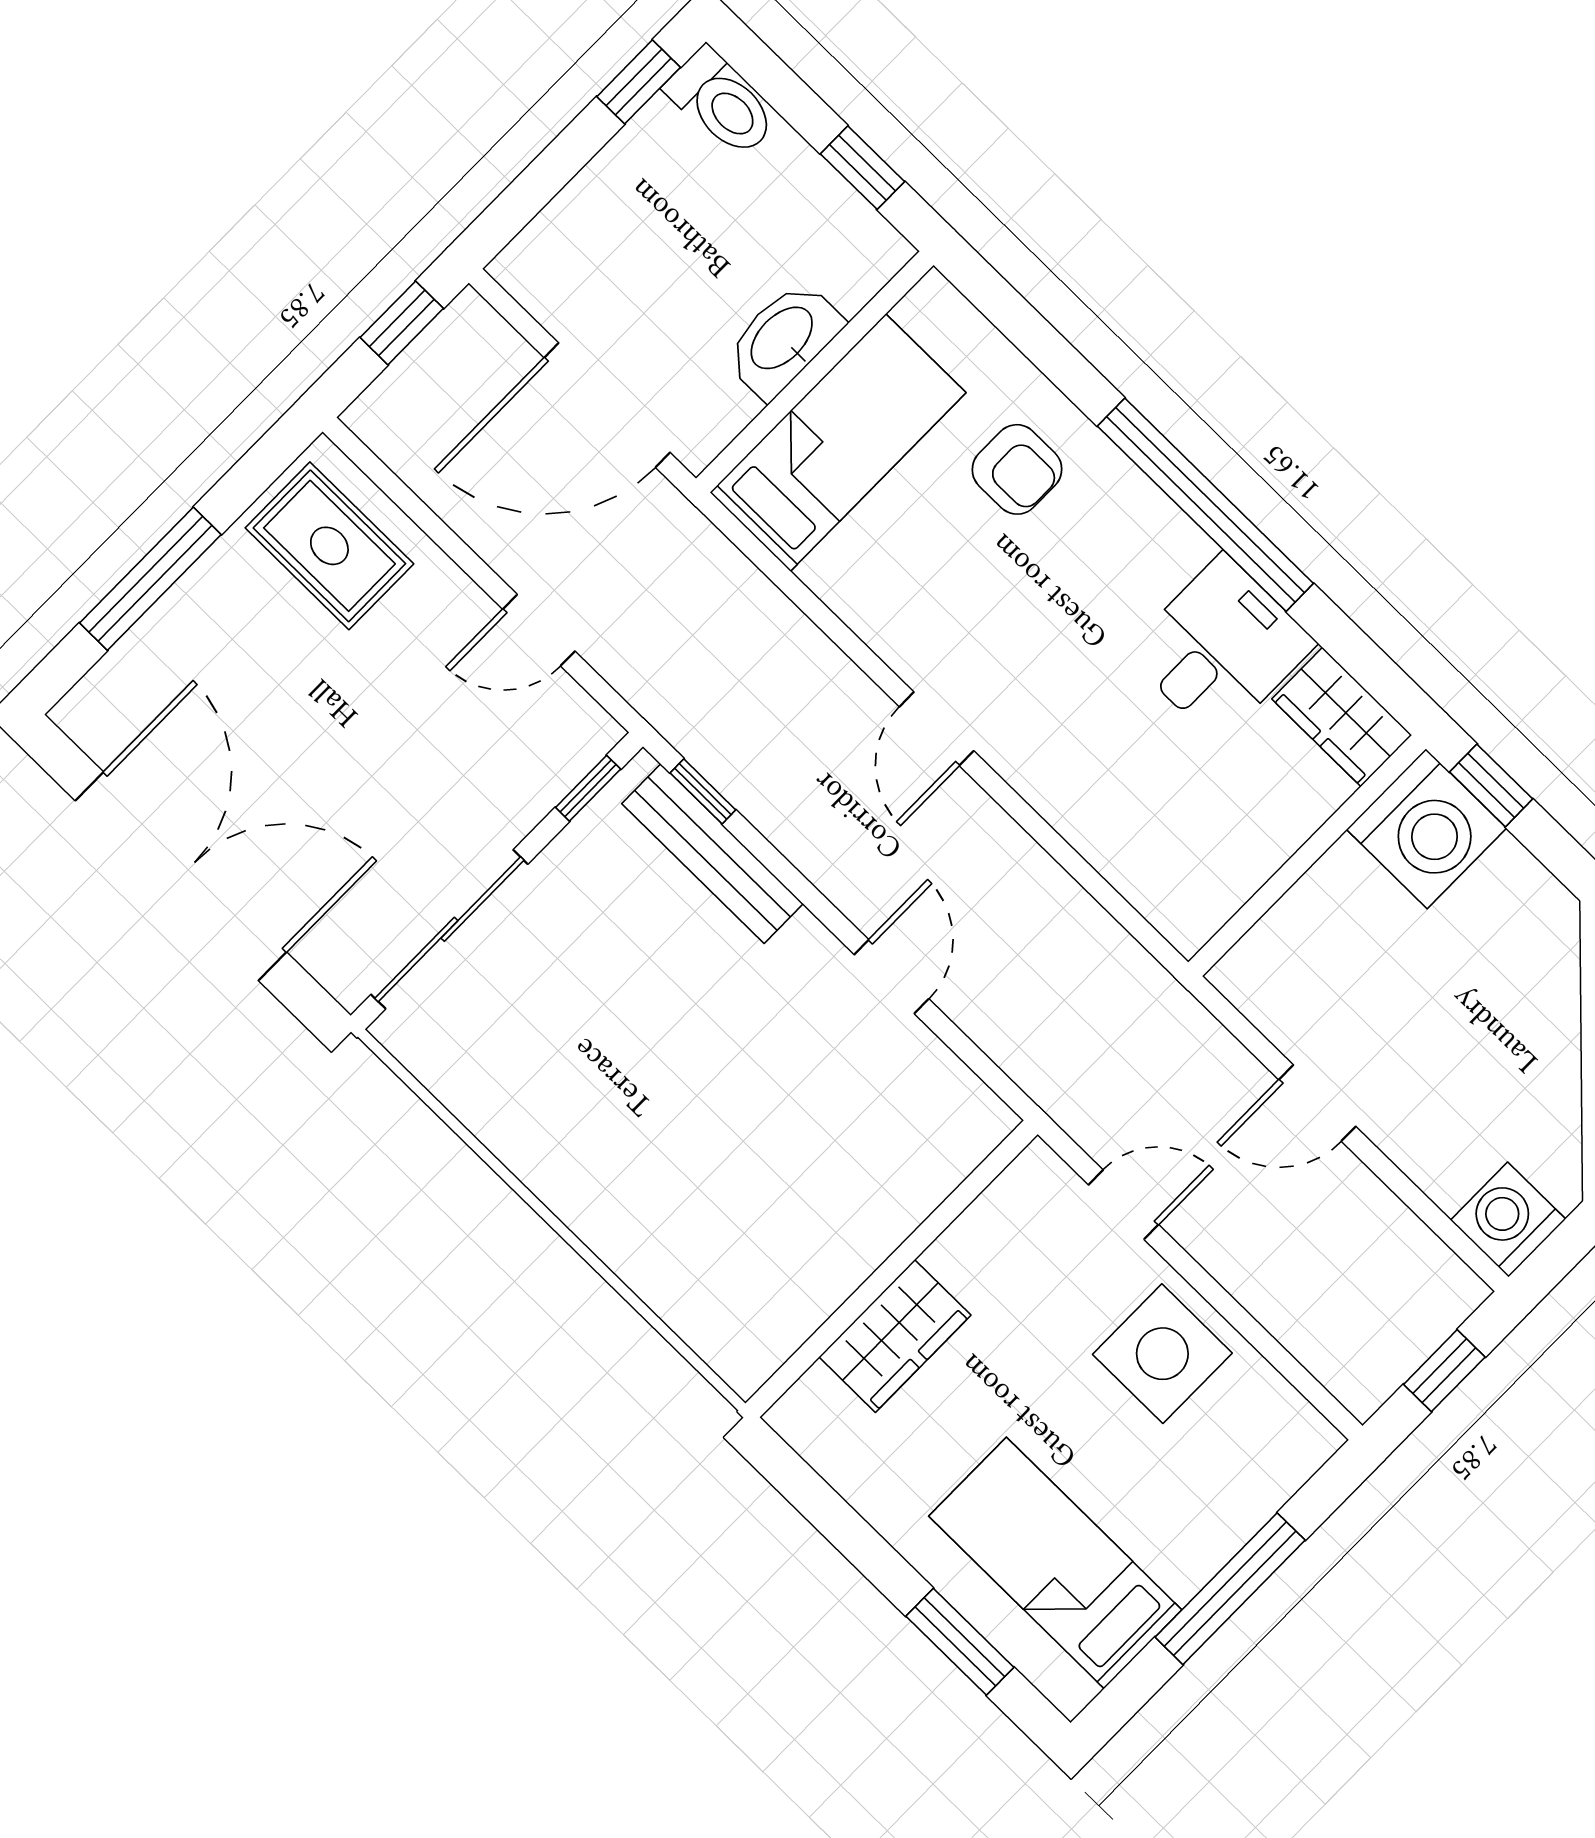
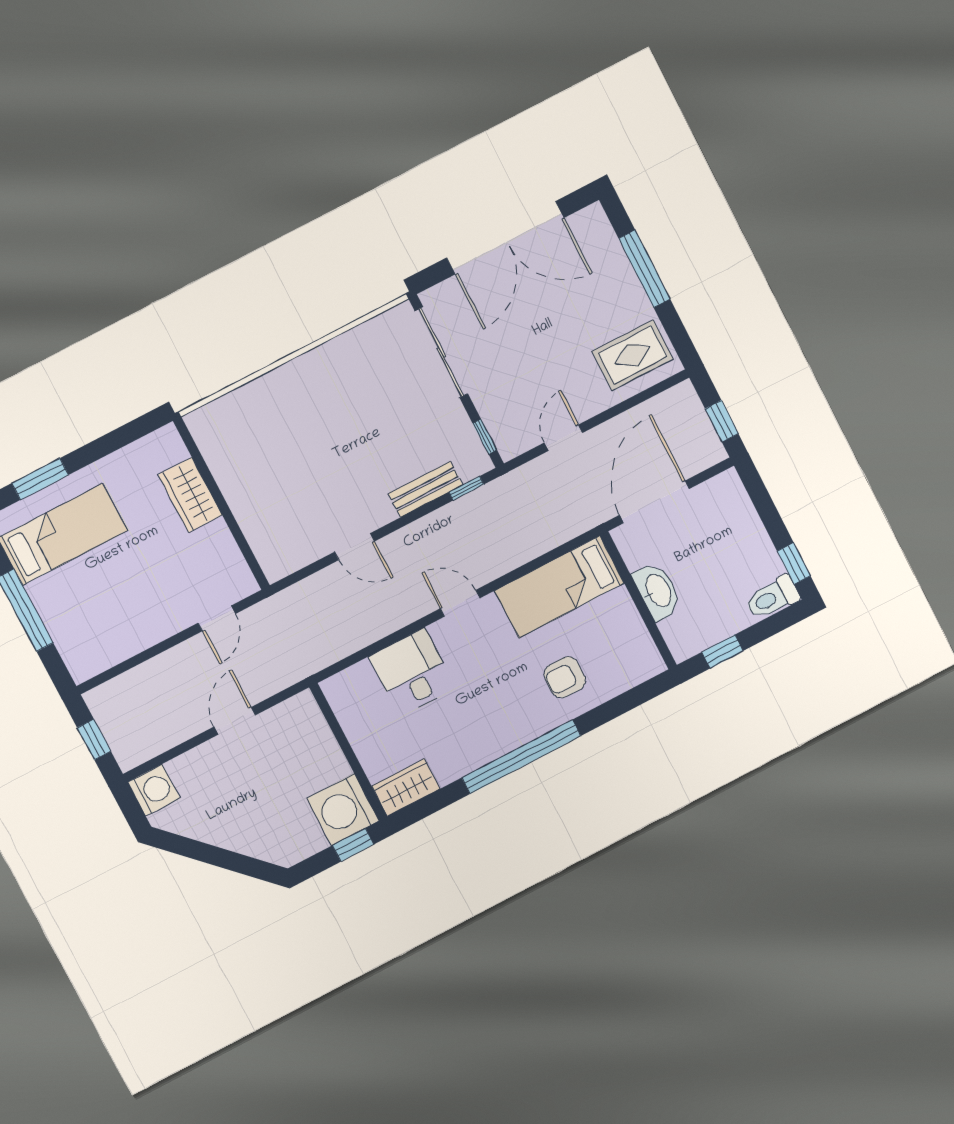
bed: (838, 443) -> (559, 587), moved, turned 90
desk: (1220, 648) -> (412, 672), moved, turned 180
bench: (712, 854) -> (425, 489), width x0.73
side table: (1162, 1354) -> (143, 614), removed

